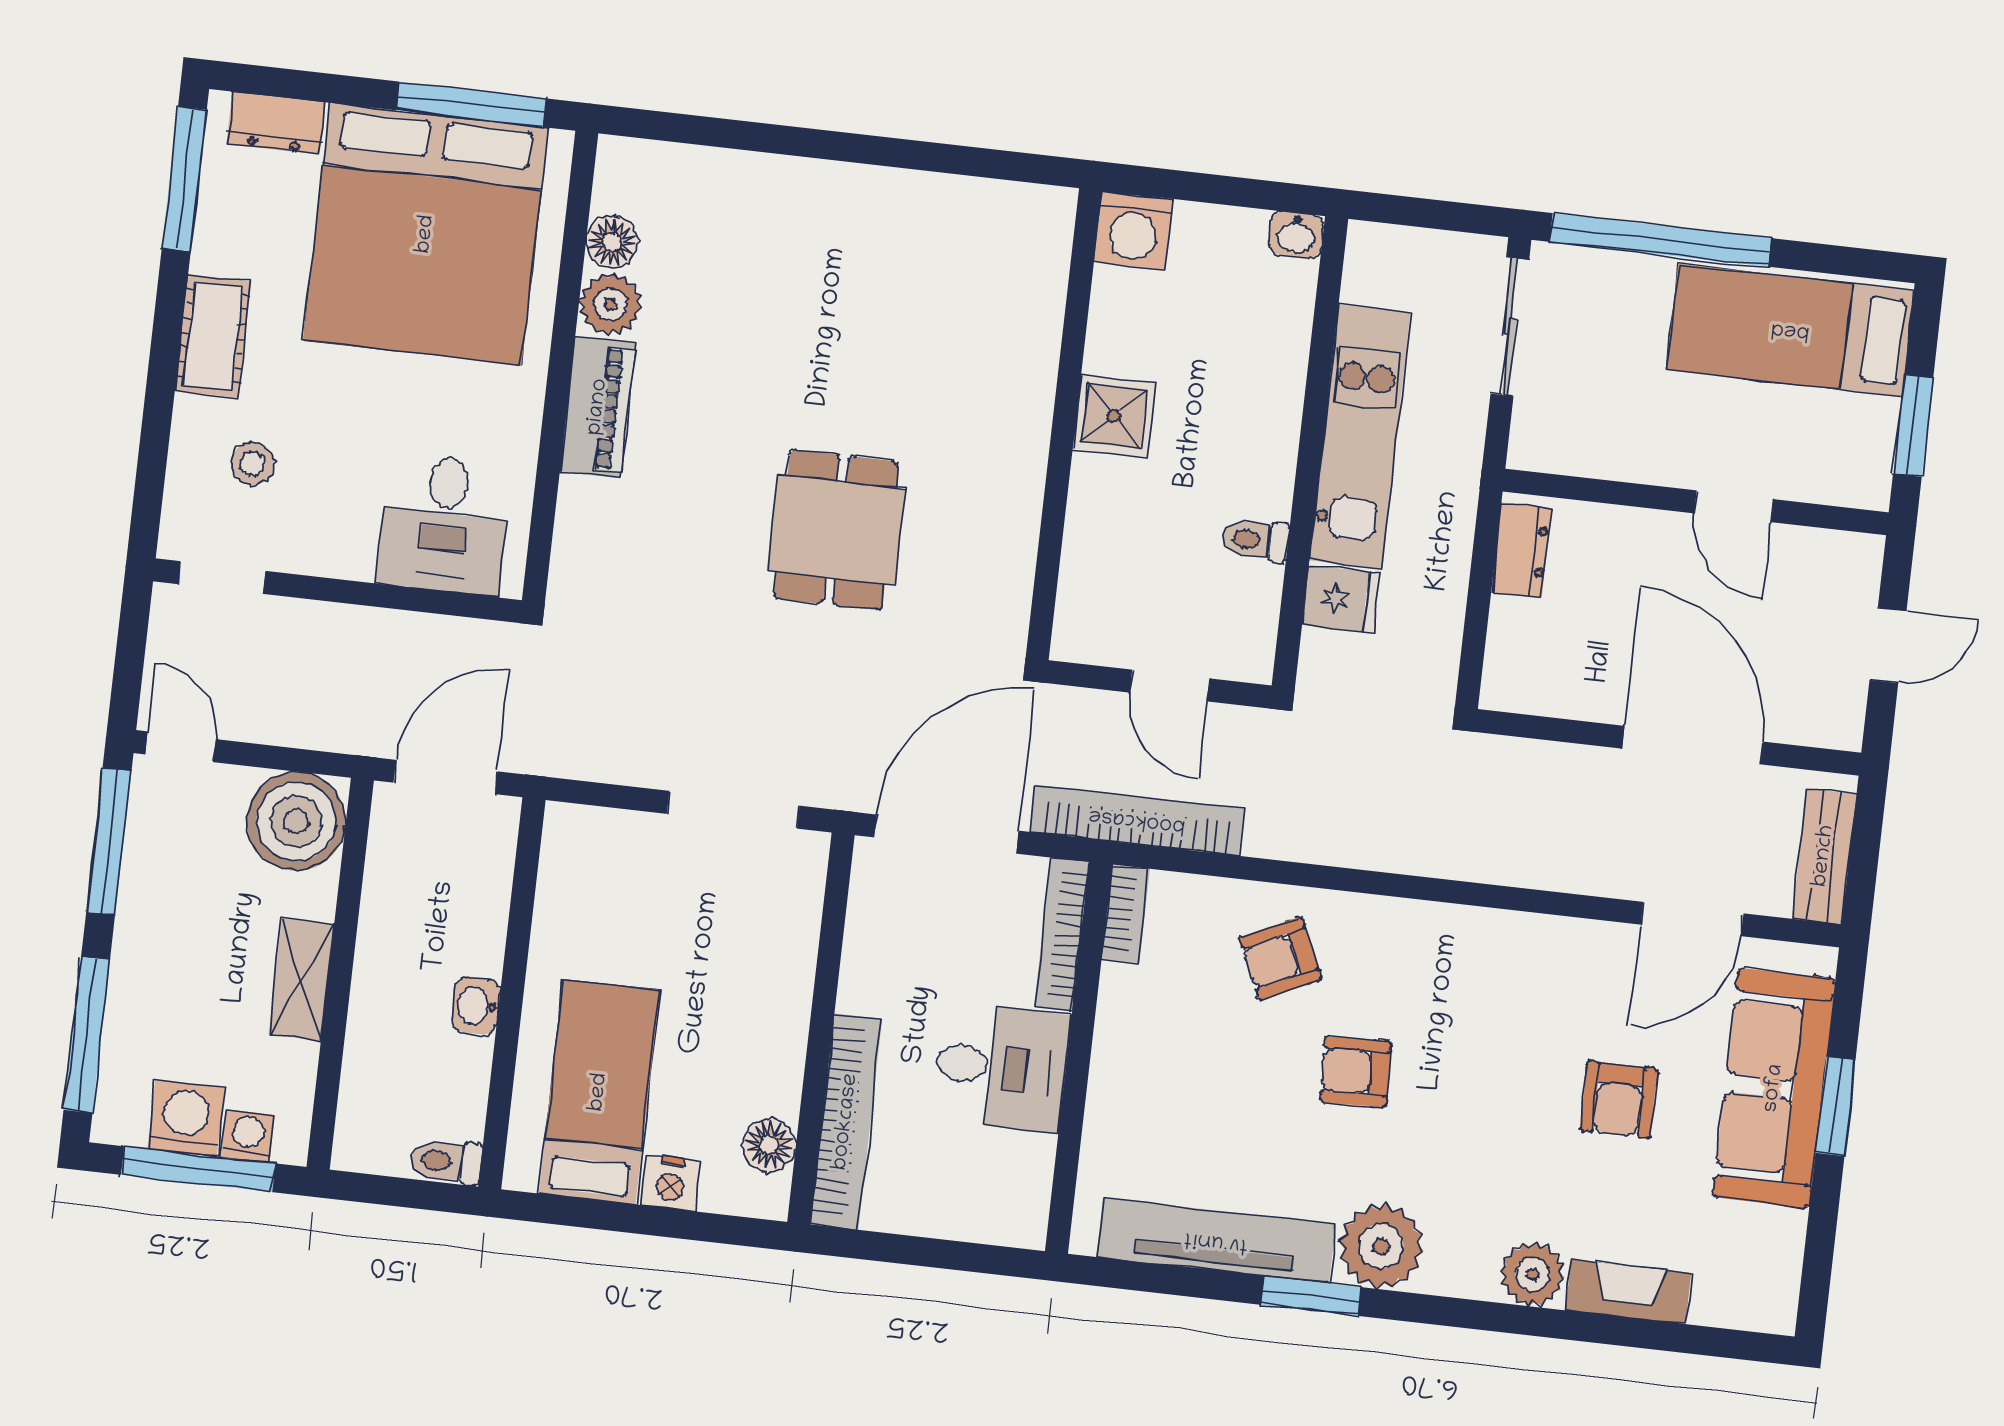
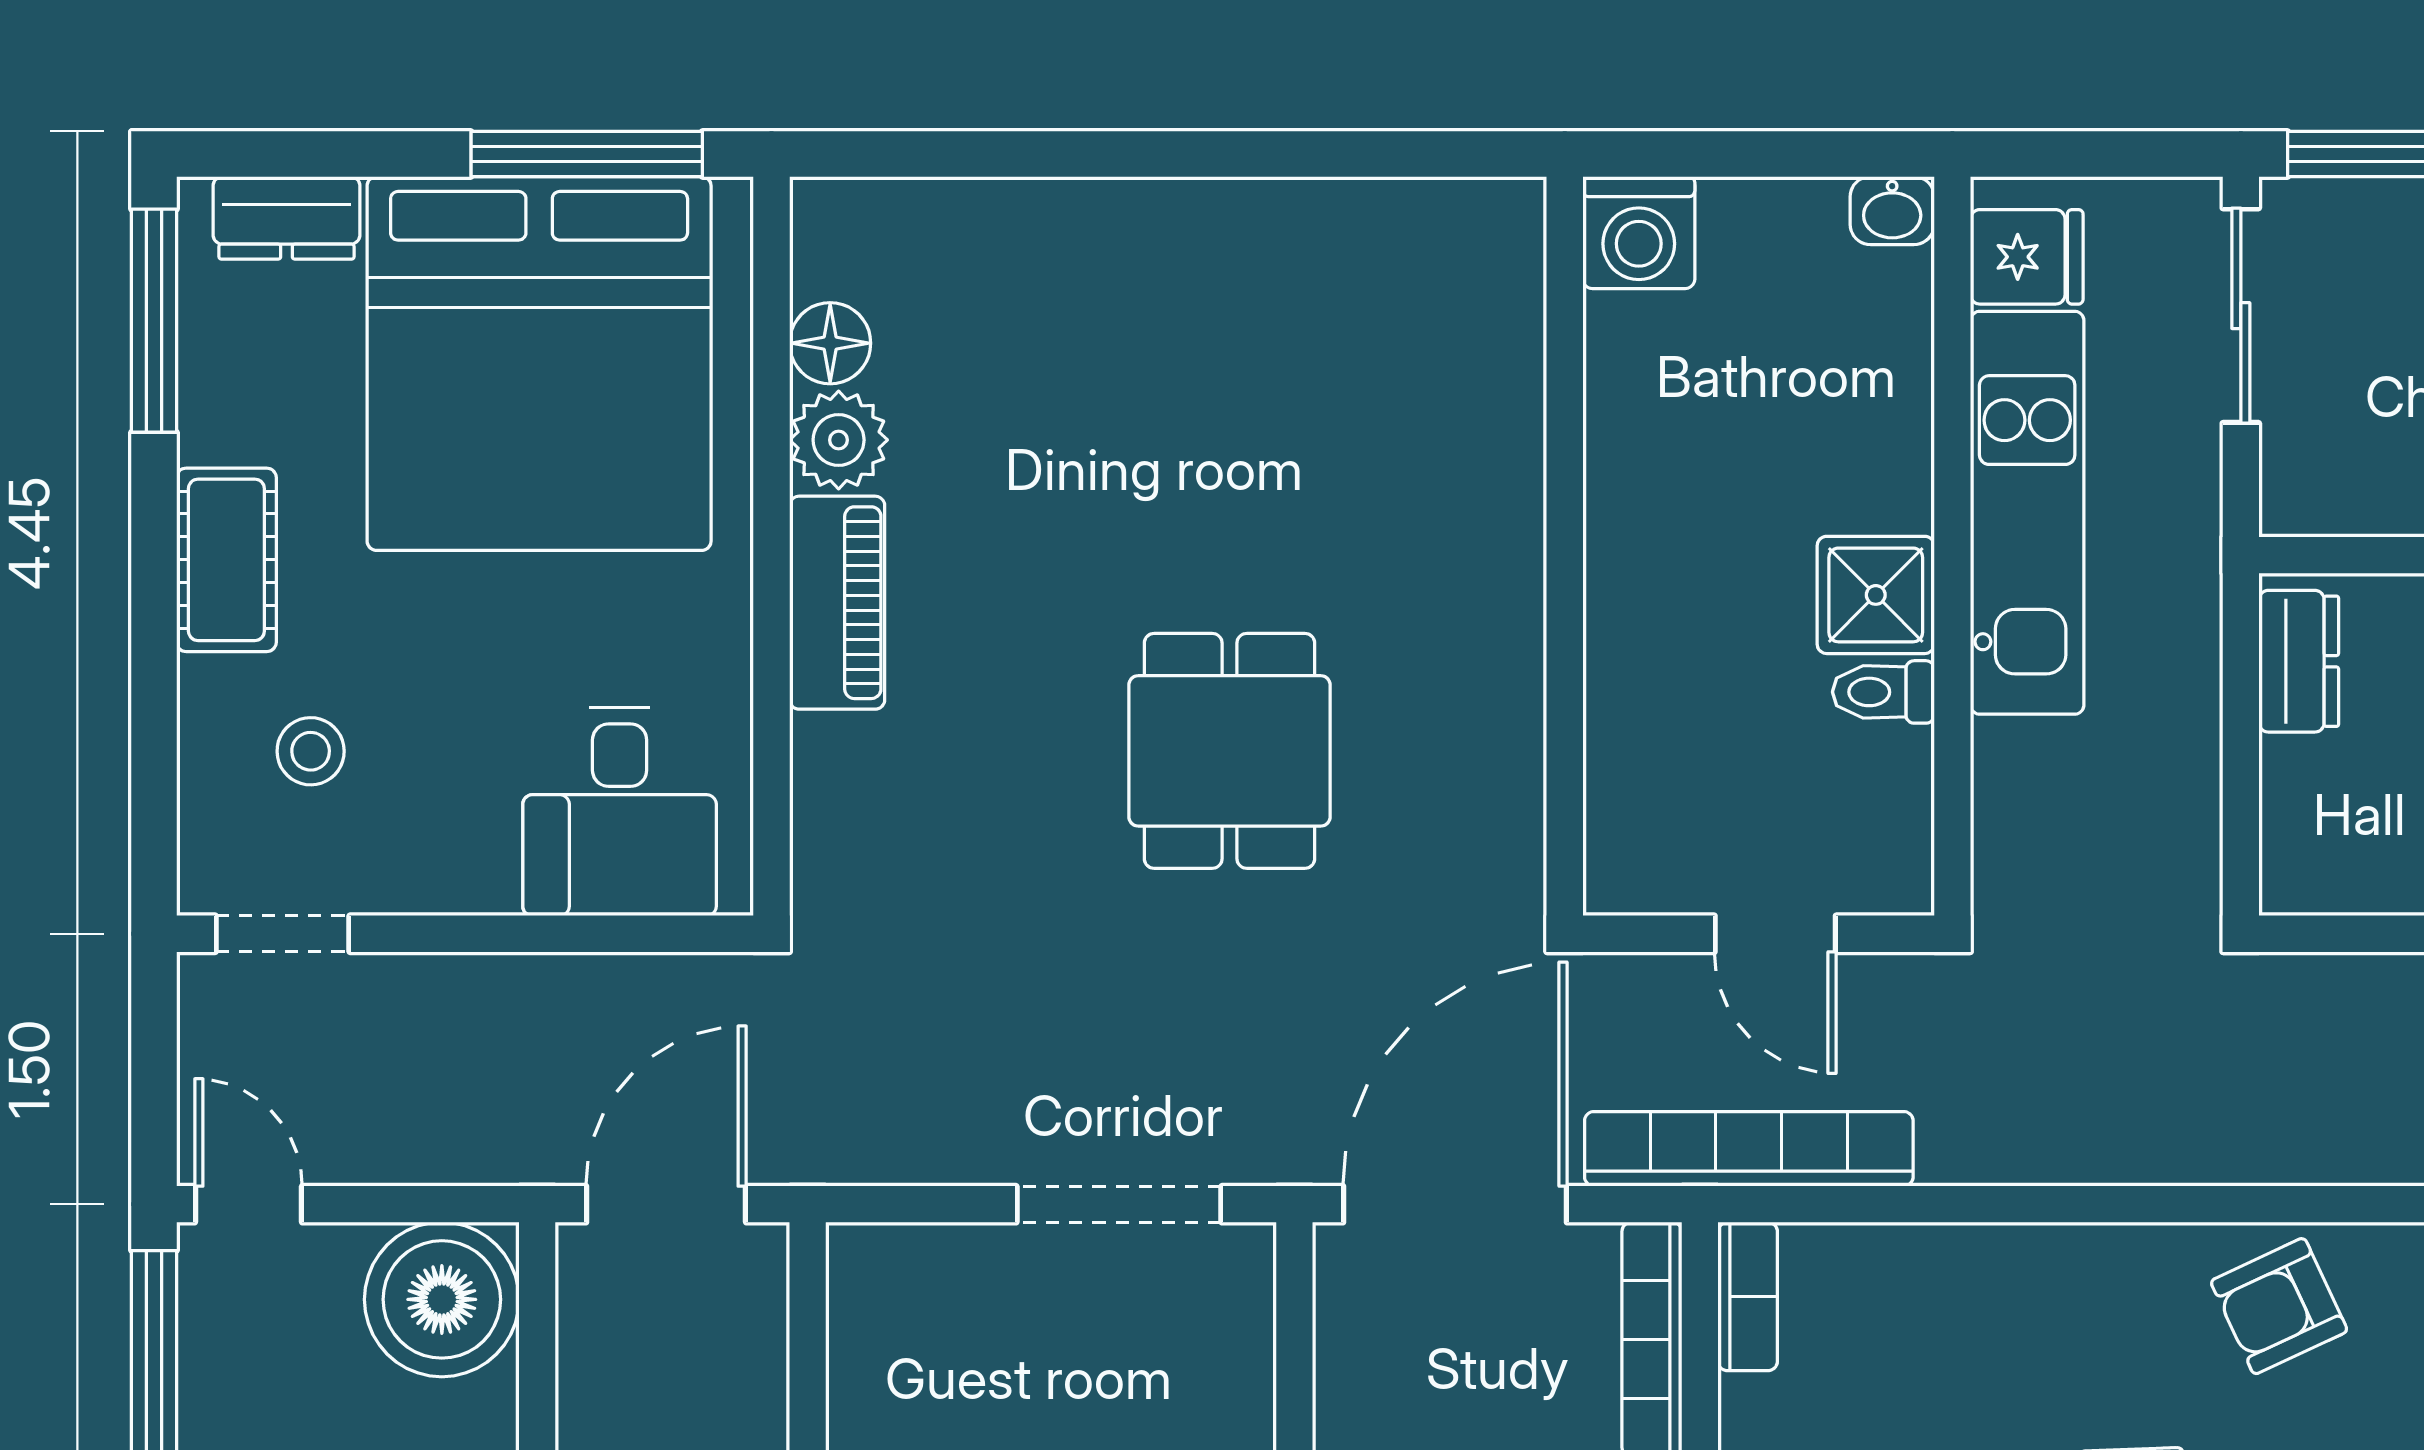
shower: (1114, 416) -> (1876, 595), moved
fridge: (1341, 599) -> (2027, 257), moved
armchair: (1280, 959) -> (2279, 1306), moved

